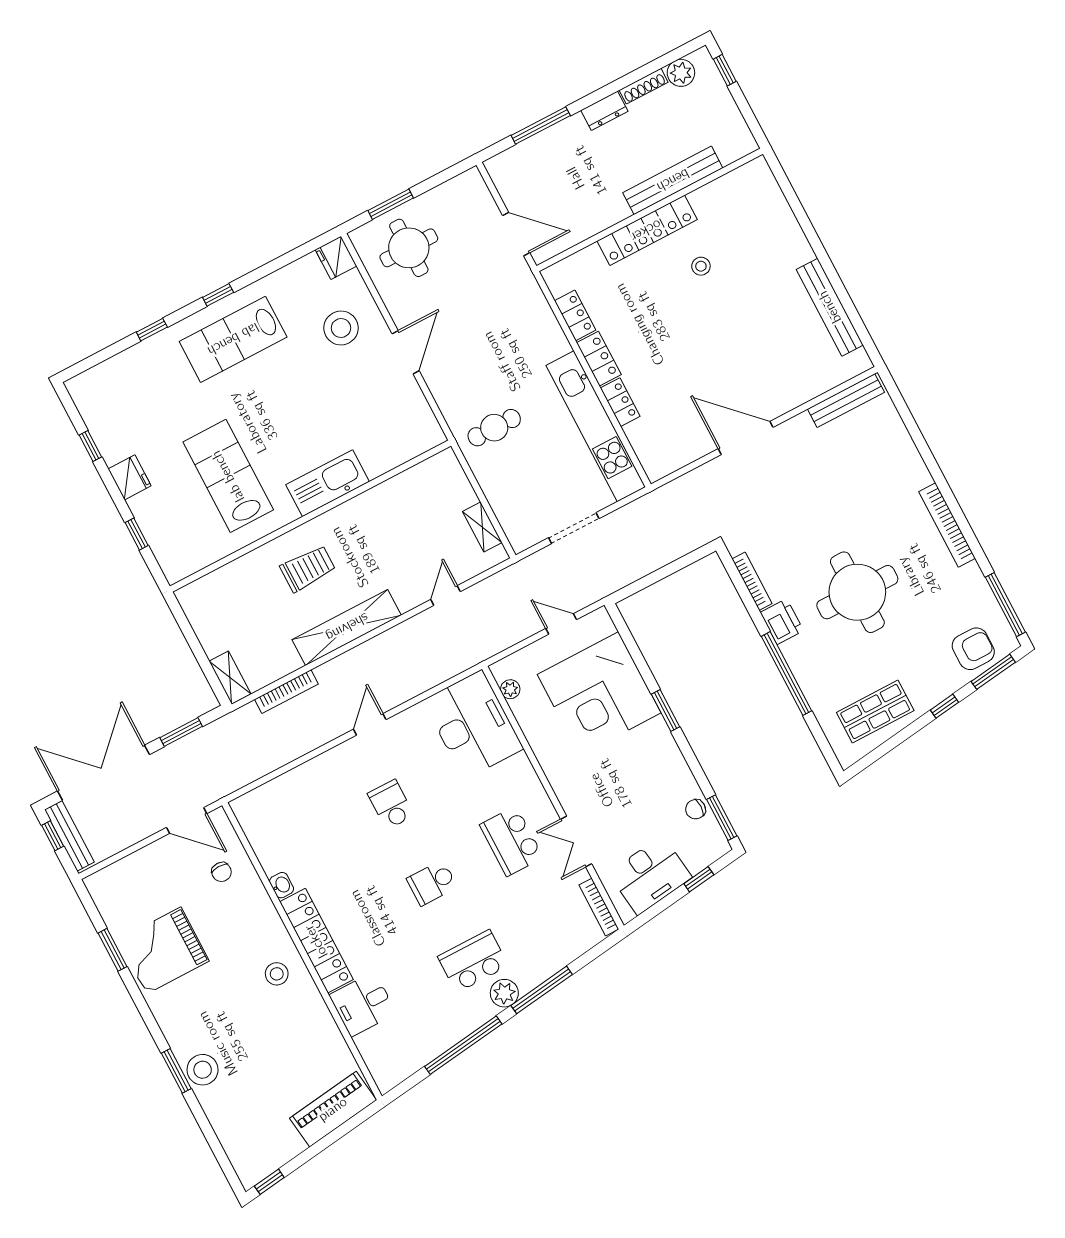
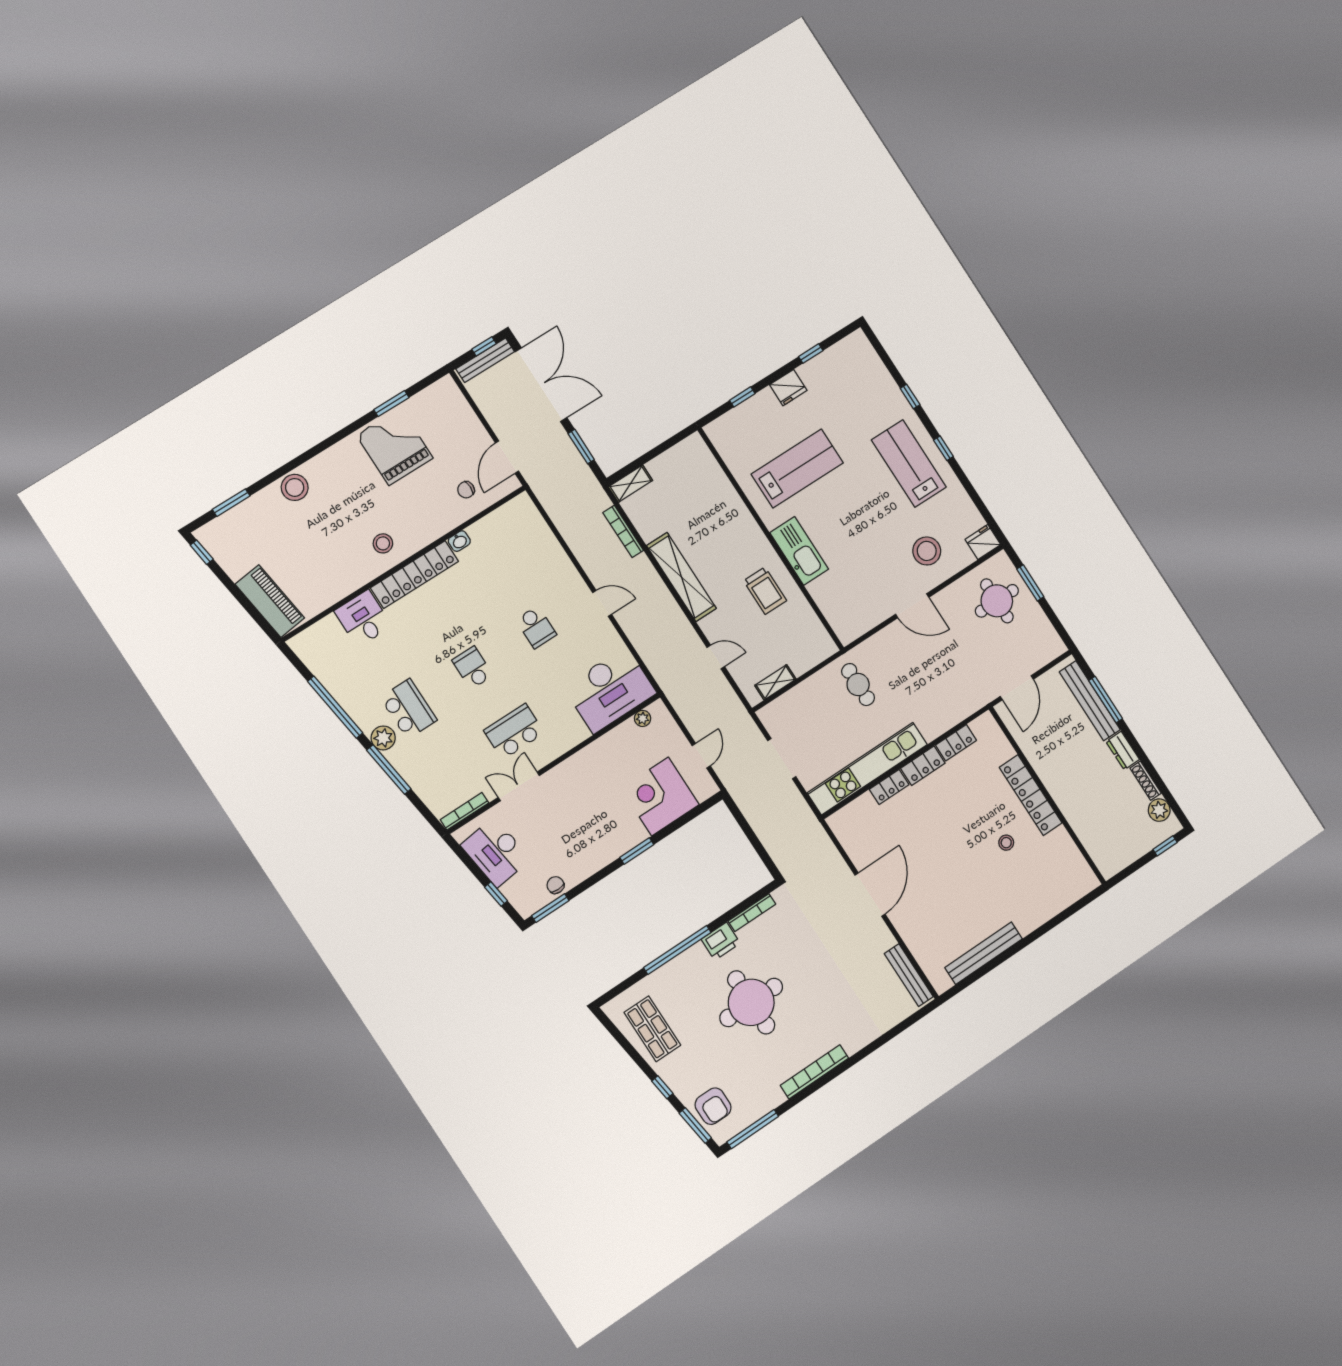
bench: (673, 180) -> (1090, 701), moved
trolley: (308, 568) -> (765, 591), moved
corner desk: (599, 694) -> (660, 796), width x0.74, depth x0.74
school desk: (391, 805) -> (536, 627), turned 90
window: (176, 1071) -> (231, 503), moved

